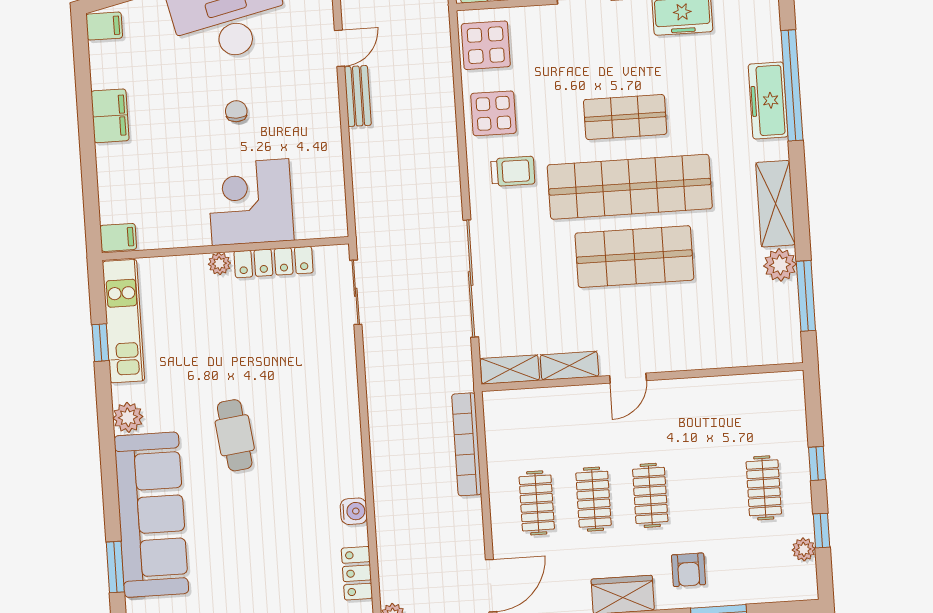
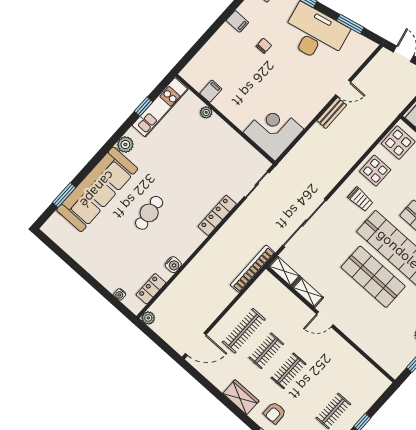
chair: (236, 111) -> (264, 46), moved
filing cabinet: (110, 116) -> (237, 21), width x0.50
corner desk: (250, 202) -> (273, 131), moved
filing cabinet: (118, 237) -> (211, 91), moved, turned -90
locker: (274, 262) -> (217, 215), moved, turned 90
plant: (219, 264) -> (206, 112), moved
cafe table: (235, 435) -> (149, 213), moved
bookcase: (467, 444) -> (253, 269), moved
clothes rail: (537, 503) -> (244, 331), width x1.36

